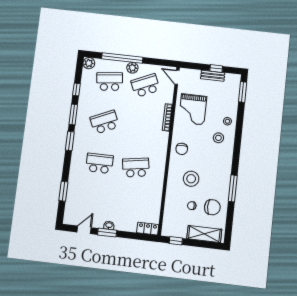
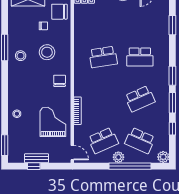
school desk: (110, 82) -> (140, 140), turned 30
stool: (218, 138) -> (21, 56), moved
chair: (212, 207) -> (59, 12), moved

